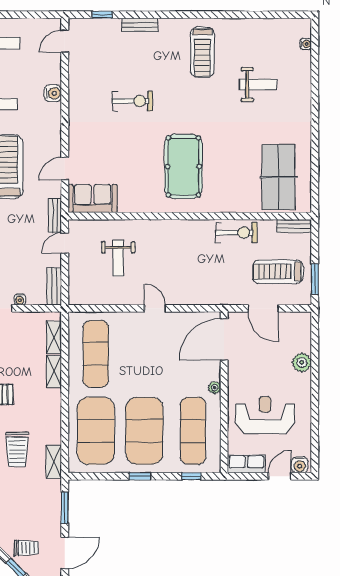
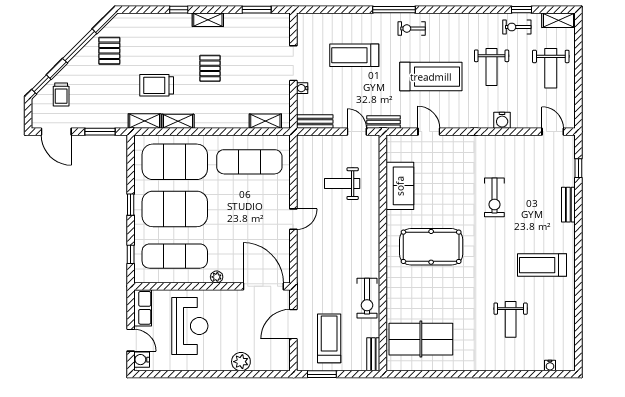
sofa: (93, 199) -> (400, 186), moved
shelving: (54, 371) -> (178, 121), moved

